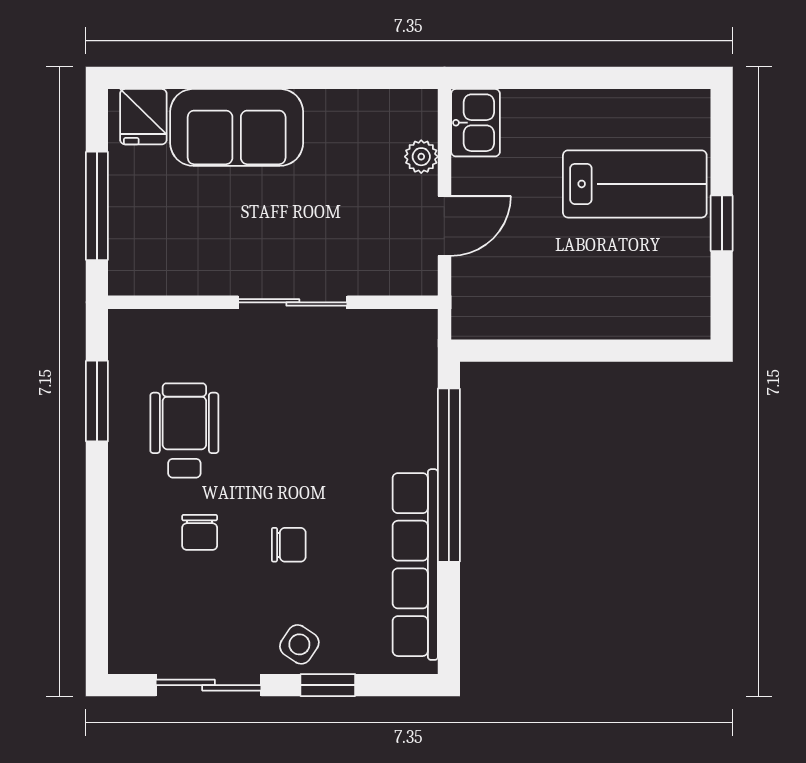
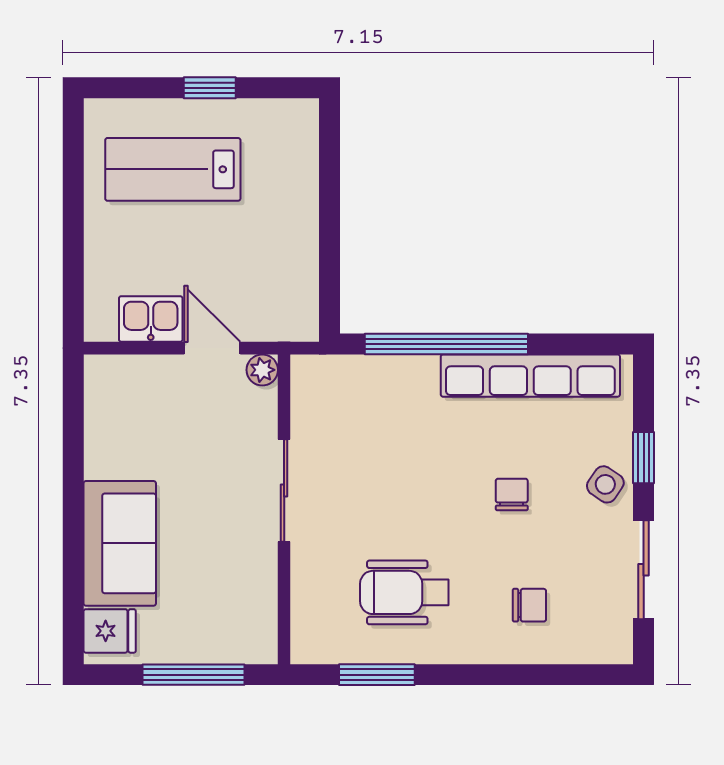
kitchen sink: (475, 123) -> (151, 319), moved
plant: (421, 157) -> (262, 370), moved
lab bench: (635, 184) -> (173, 169), turned -90
chair: (200, 532) -> (529, 605), moved

